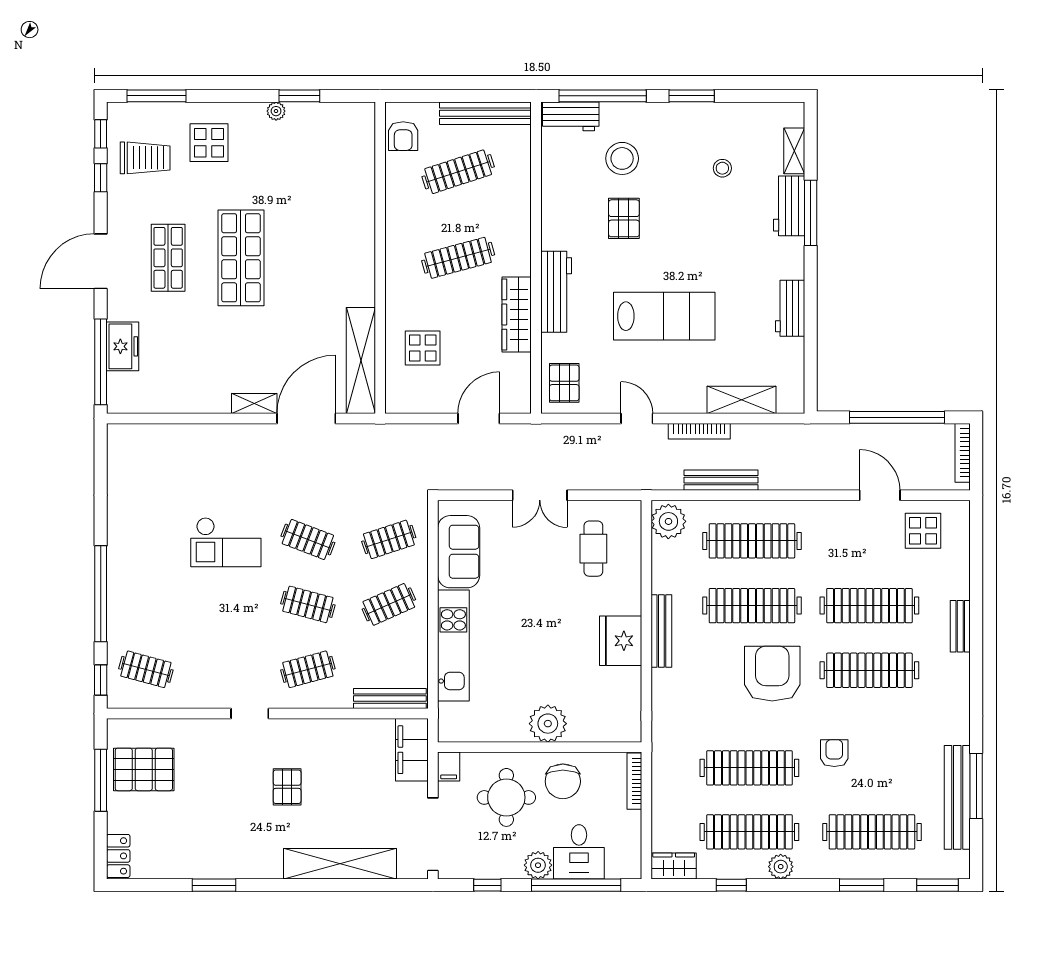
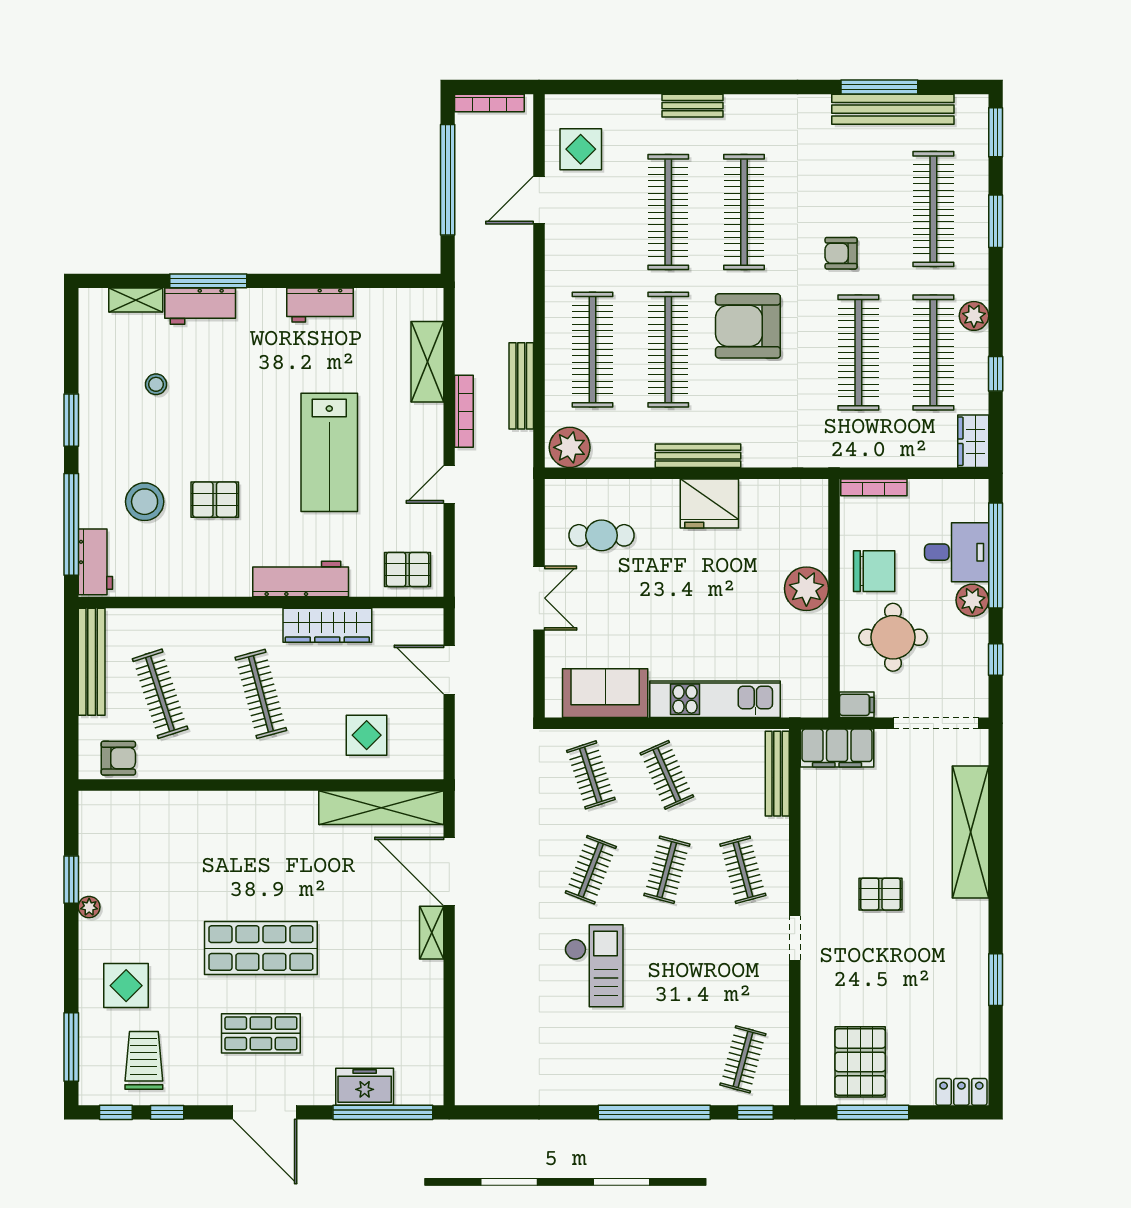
lab bench: (664, 316) -> (329, 452), turned 180

